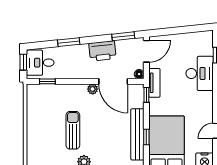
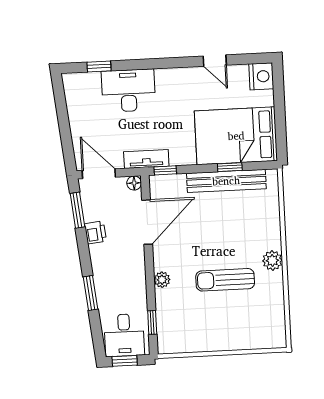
printer: (102, 51) -> (96, 232), width x0.53, depth x0.68
plant: (93, 89) -> (162, 280), moved

